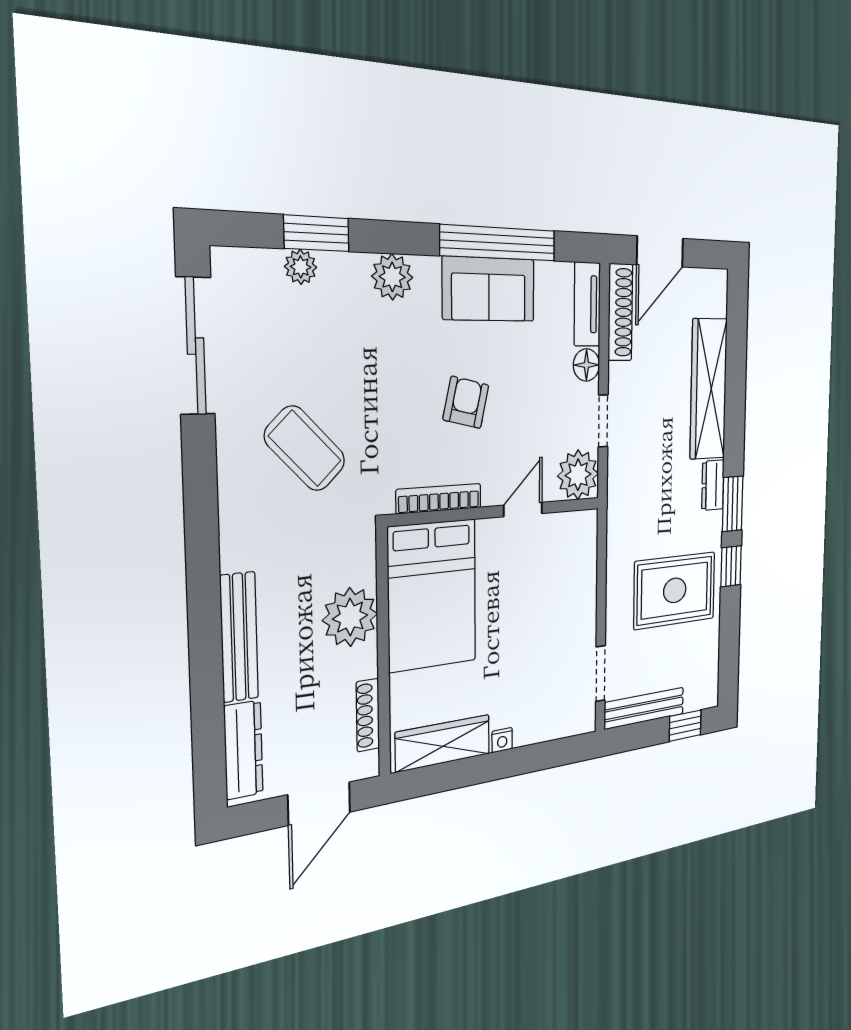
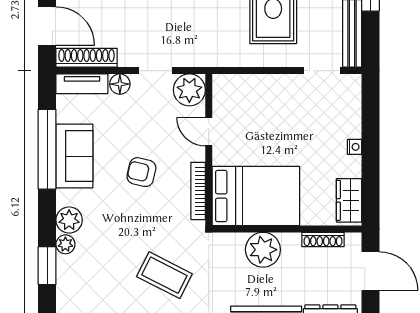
plant: (301, 267) -> (65, 244), moved
coffee table: (305, 448) -> (164, 275), turned 71
wardrobe: (443, 743) -> (349, 200), width x0.67

